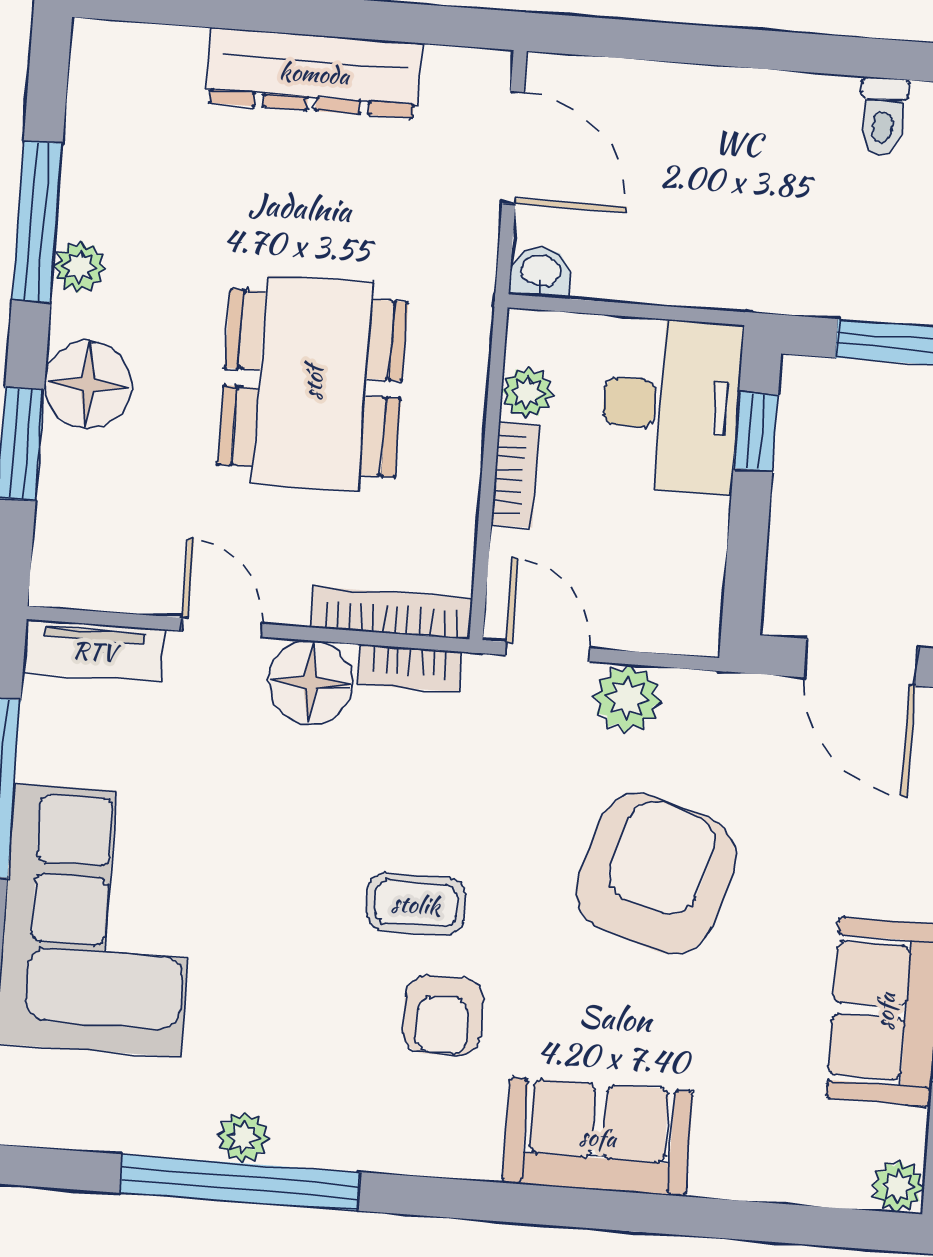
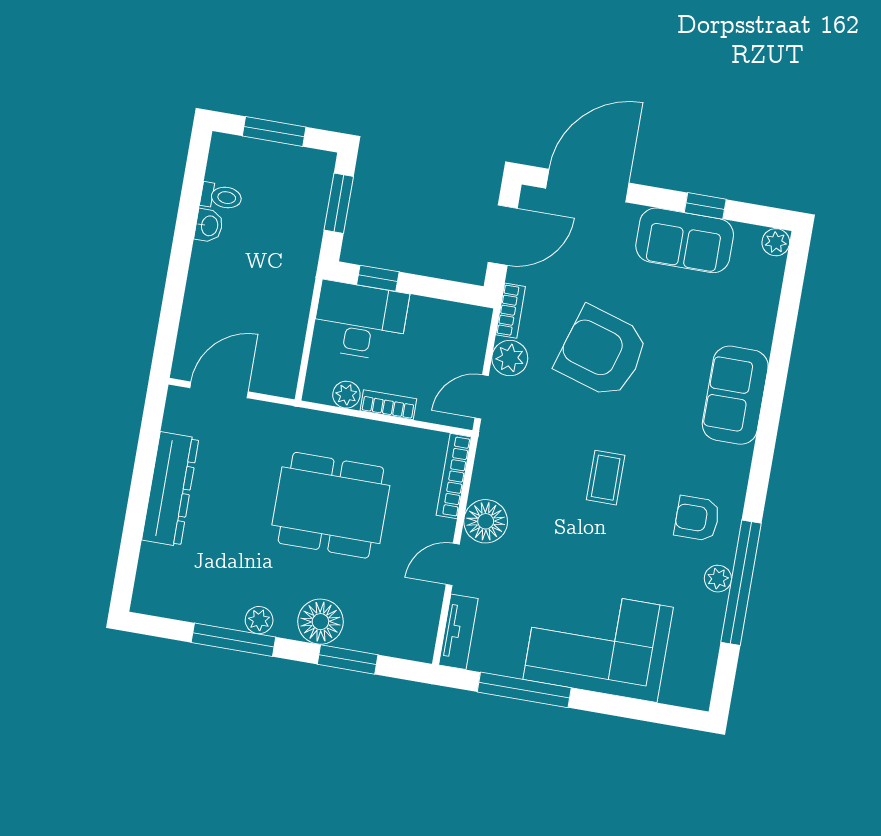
washbasin: (540, 272) -> (209, 226), moved, turned 180
bookcase: (410, 668) -> (511, 311), moved
armchair: (443, 1016) -> (697, 518), moved, turned 180

